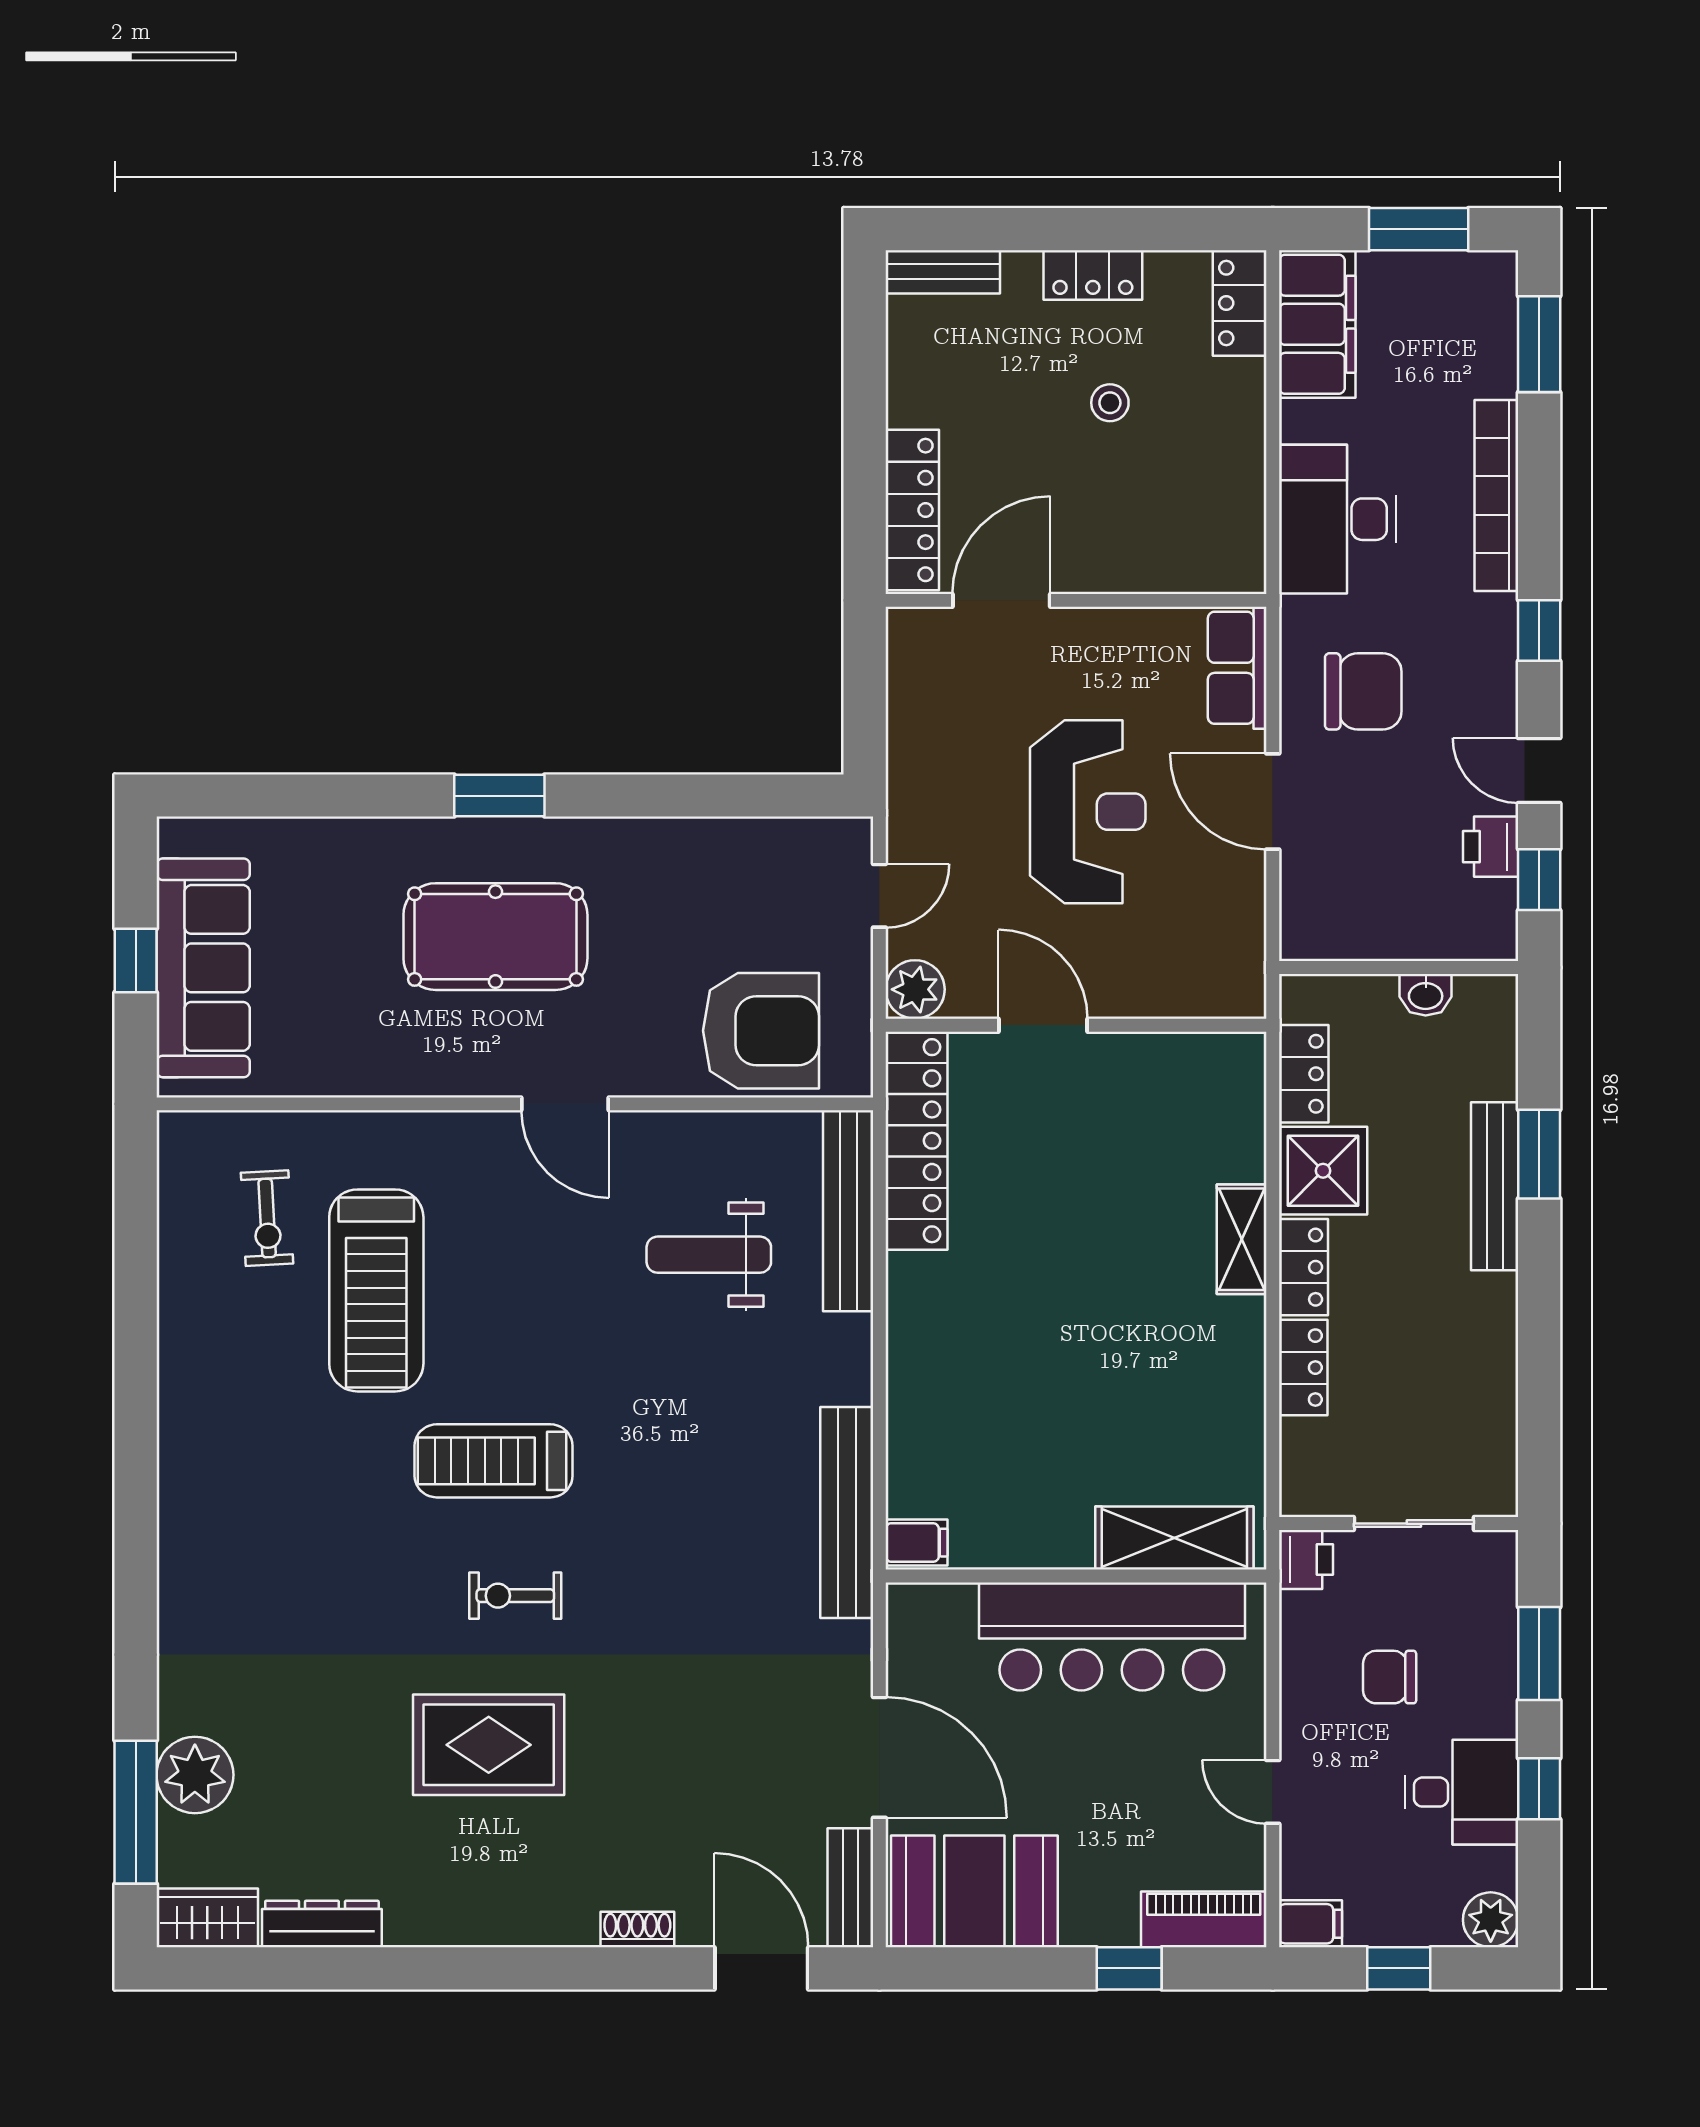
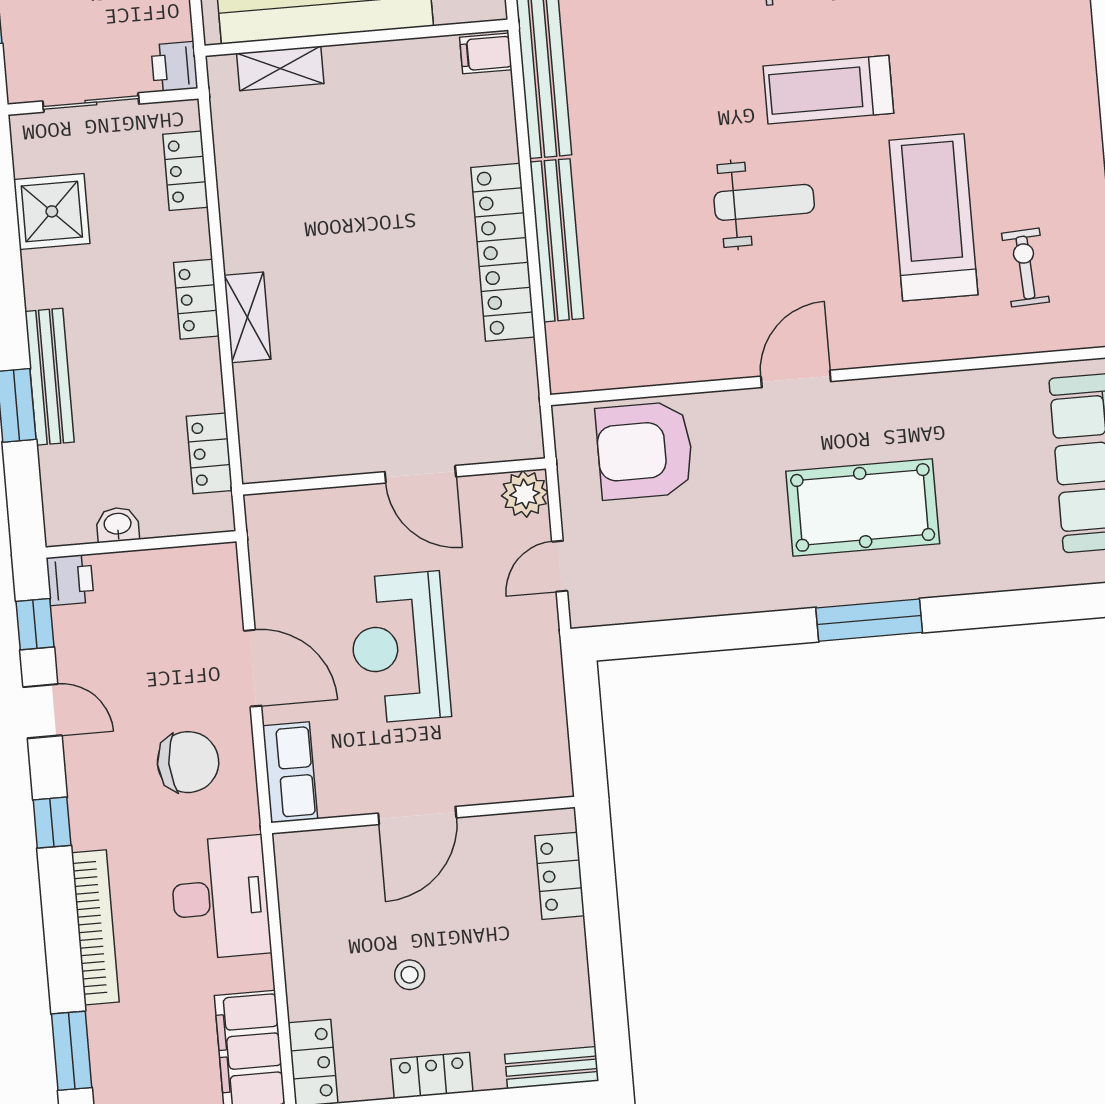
locker: (912, 510) -> (560, 876), width x0.66
door: (1001, 600) -> (417, 815), moved
chair: (1363, 691) -> (188, 762), turned 180
window: (499, 796) -> (869, 620), width x1.44
printer: (1491, 847) -> (70, 580), moved
door: (565, 1104) -> (796, 379), hinge flipped
locker: (917, 1141) -> (503, 252), moved
shower: (1323, 1171) -> (52, 211), moved
bench: (848, 1211) -> (557, 240), moved
weight bench: (709, 1255) -> (764, 202), moved
locker: (1303, 1368) -> (186, 171), moved
treadmill: (494, 1461) -> (828, 90), turned 180
shelving: (1174, 1538) -> (280, 68), width x0.67, depth x0.75

